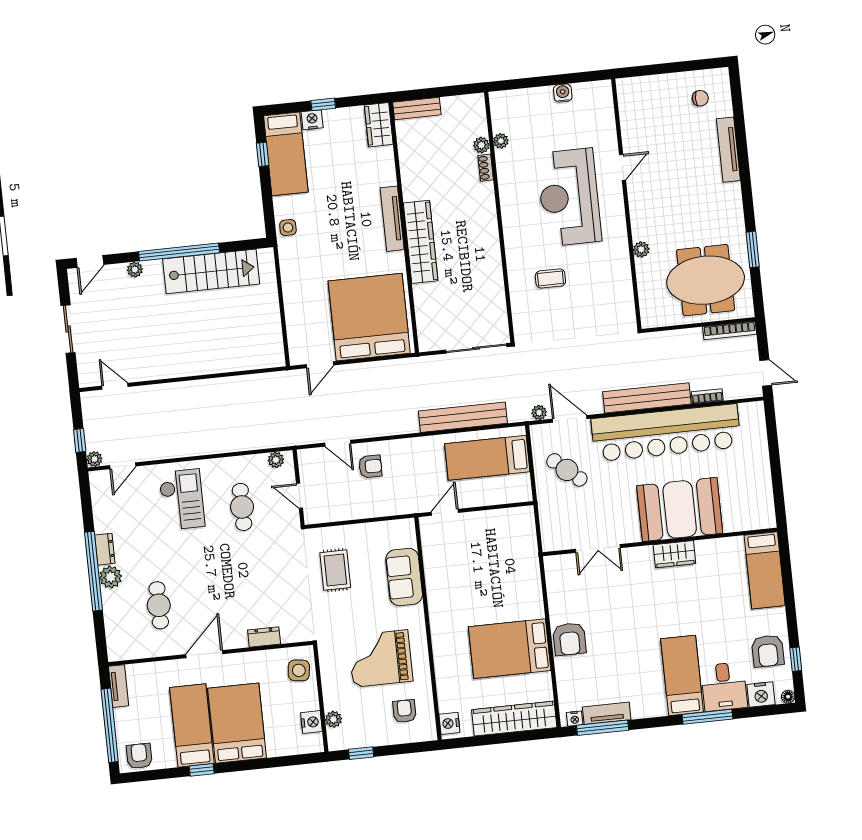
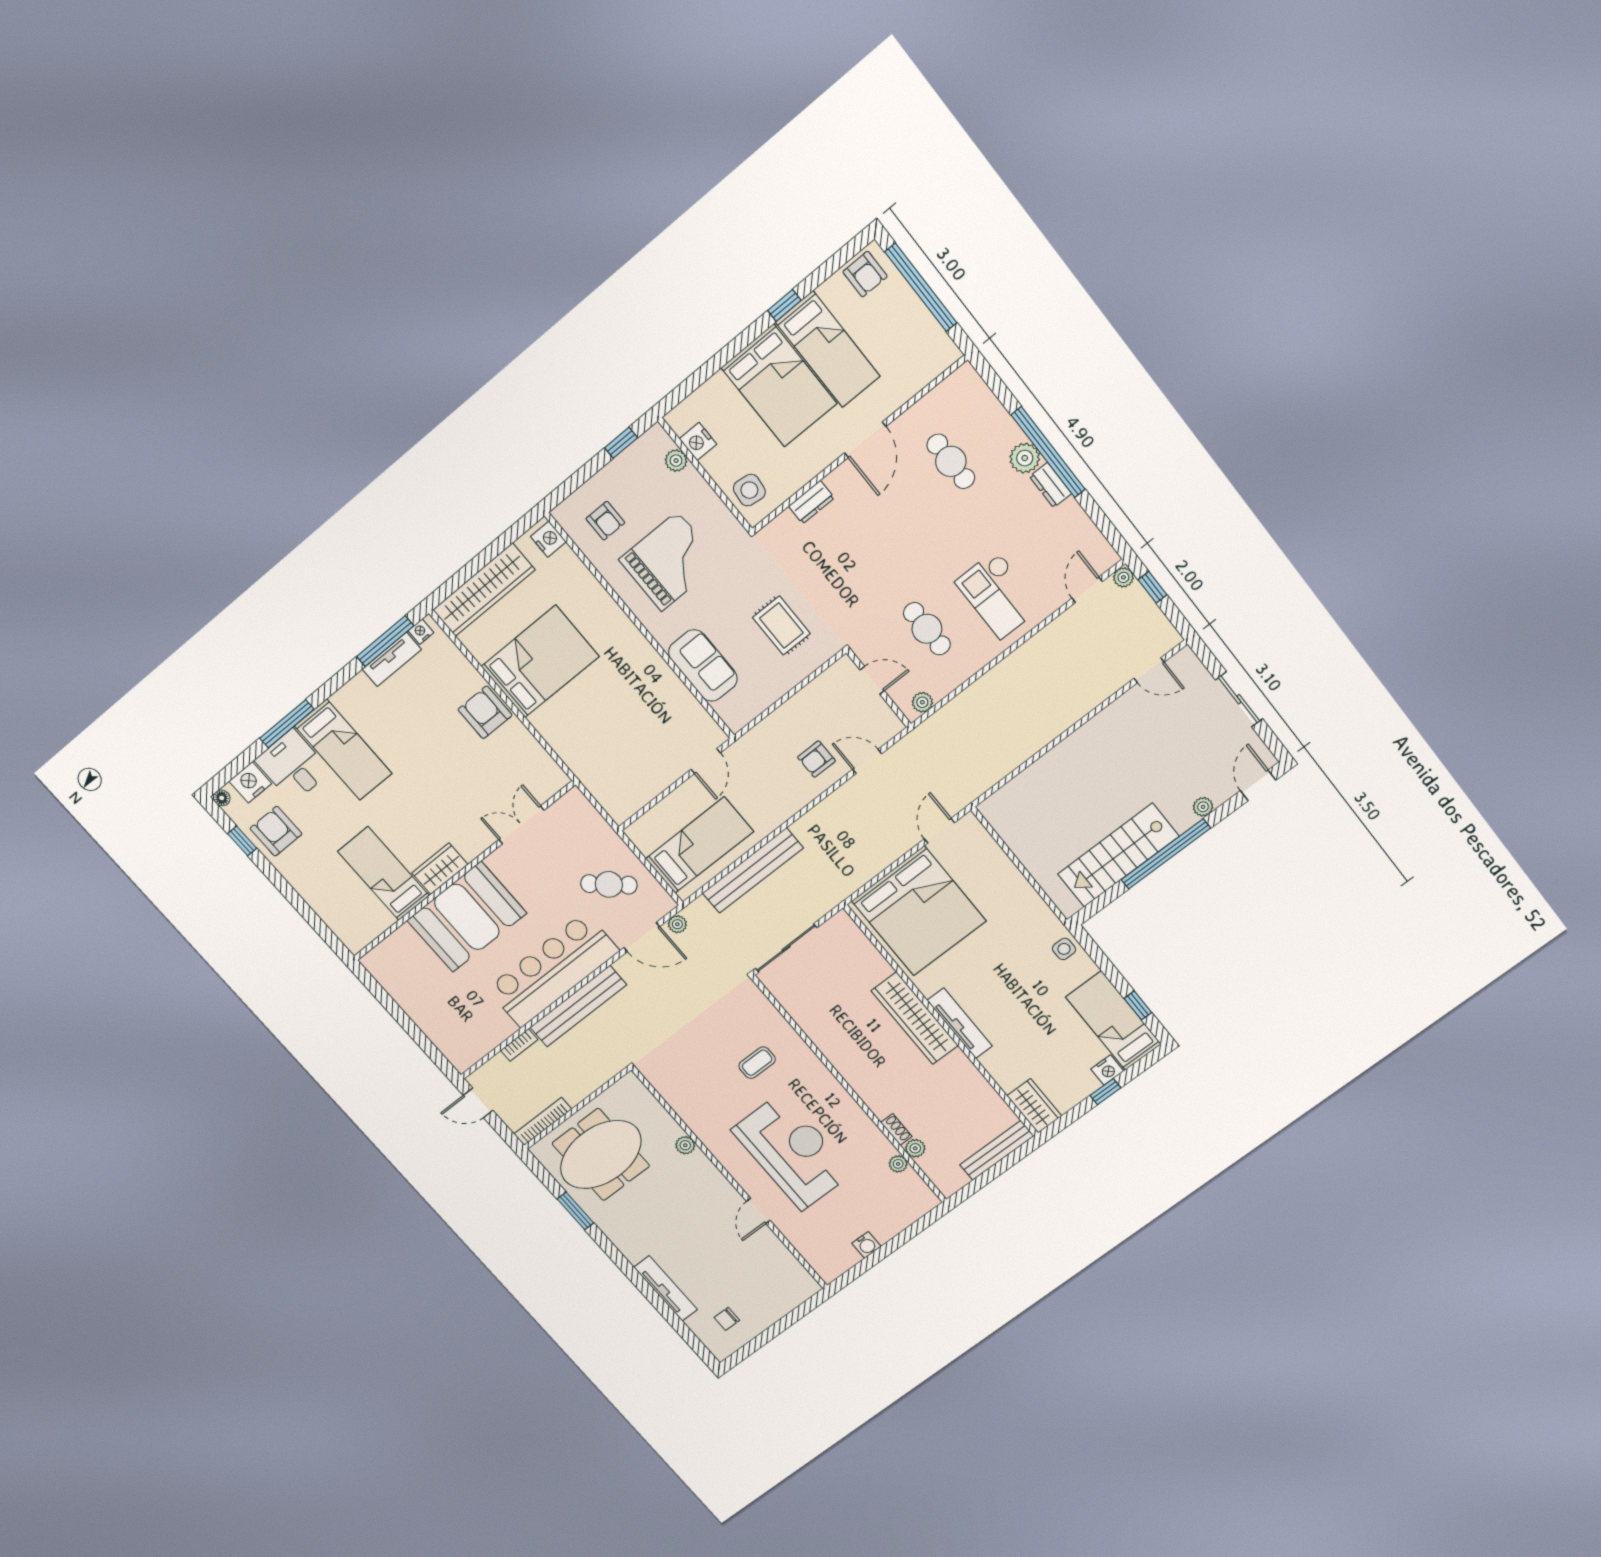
bench: (417, 108) -> (997, 1150), width x1.36
bar counter: (666, 433) -> (553, 970), width x0.73
bed: (765, 570) -> (383, 874), moved
tv unit: (119, 686) -> (939, 340), removed

